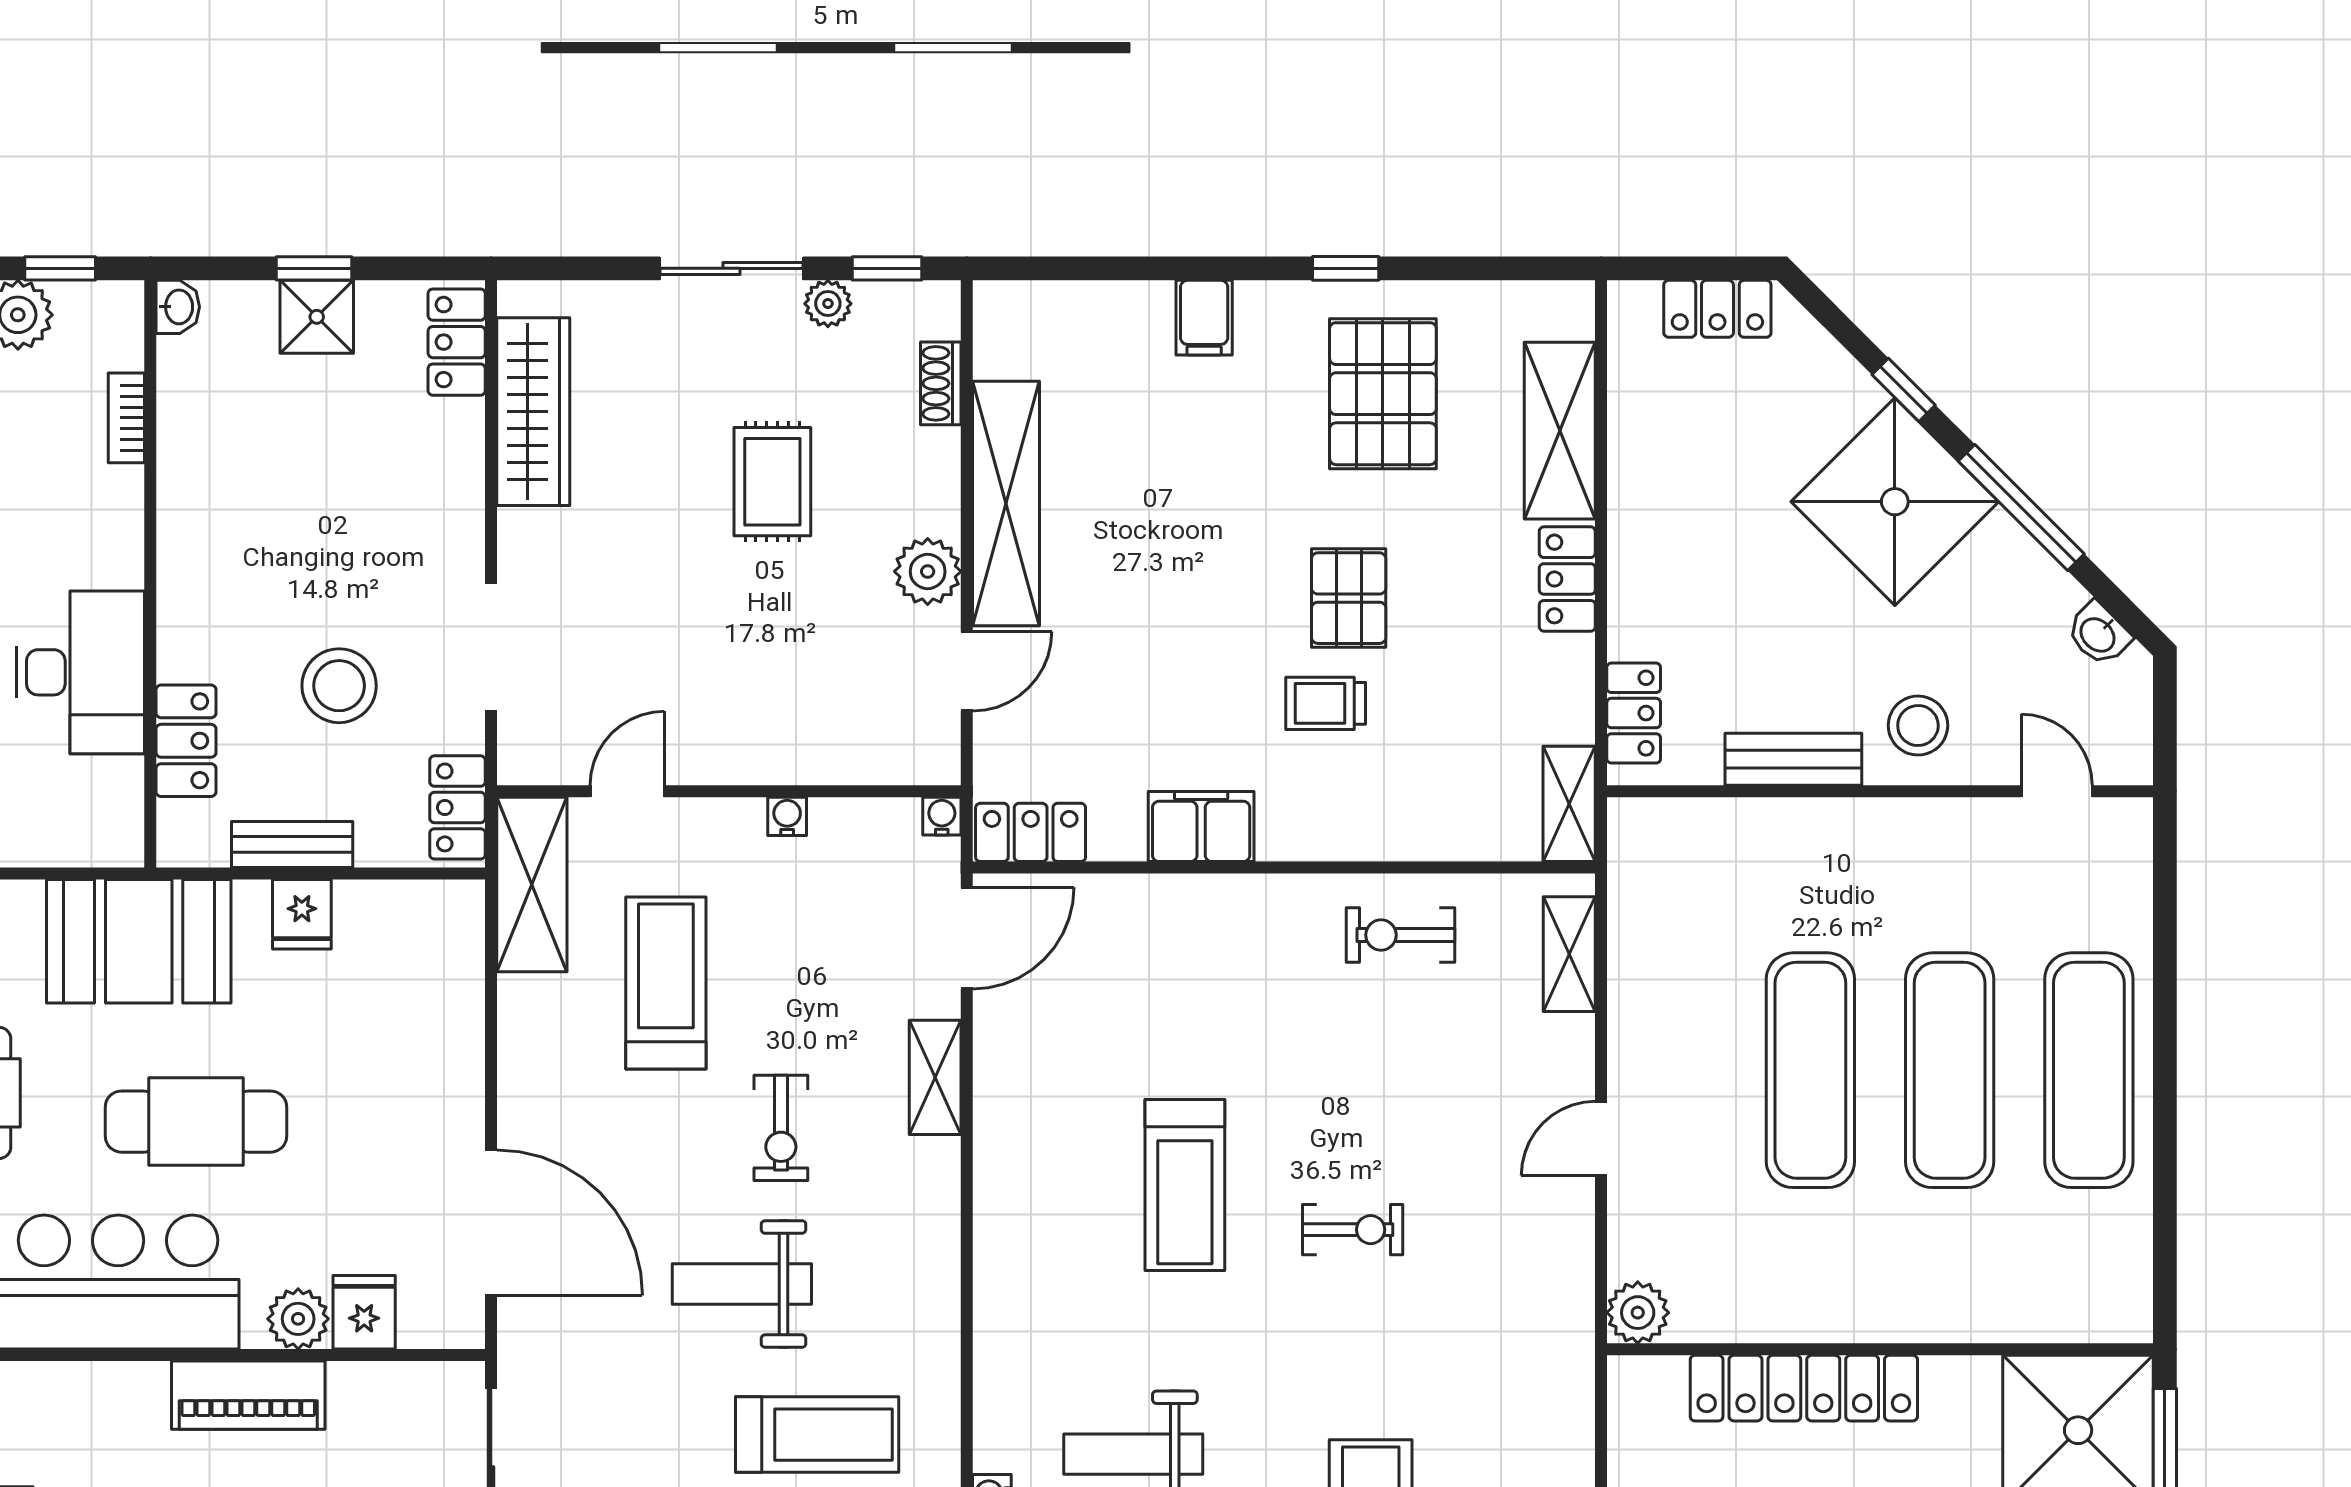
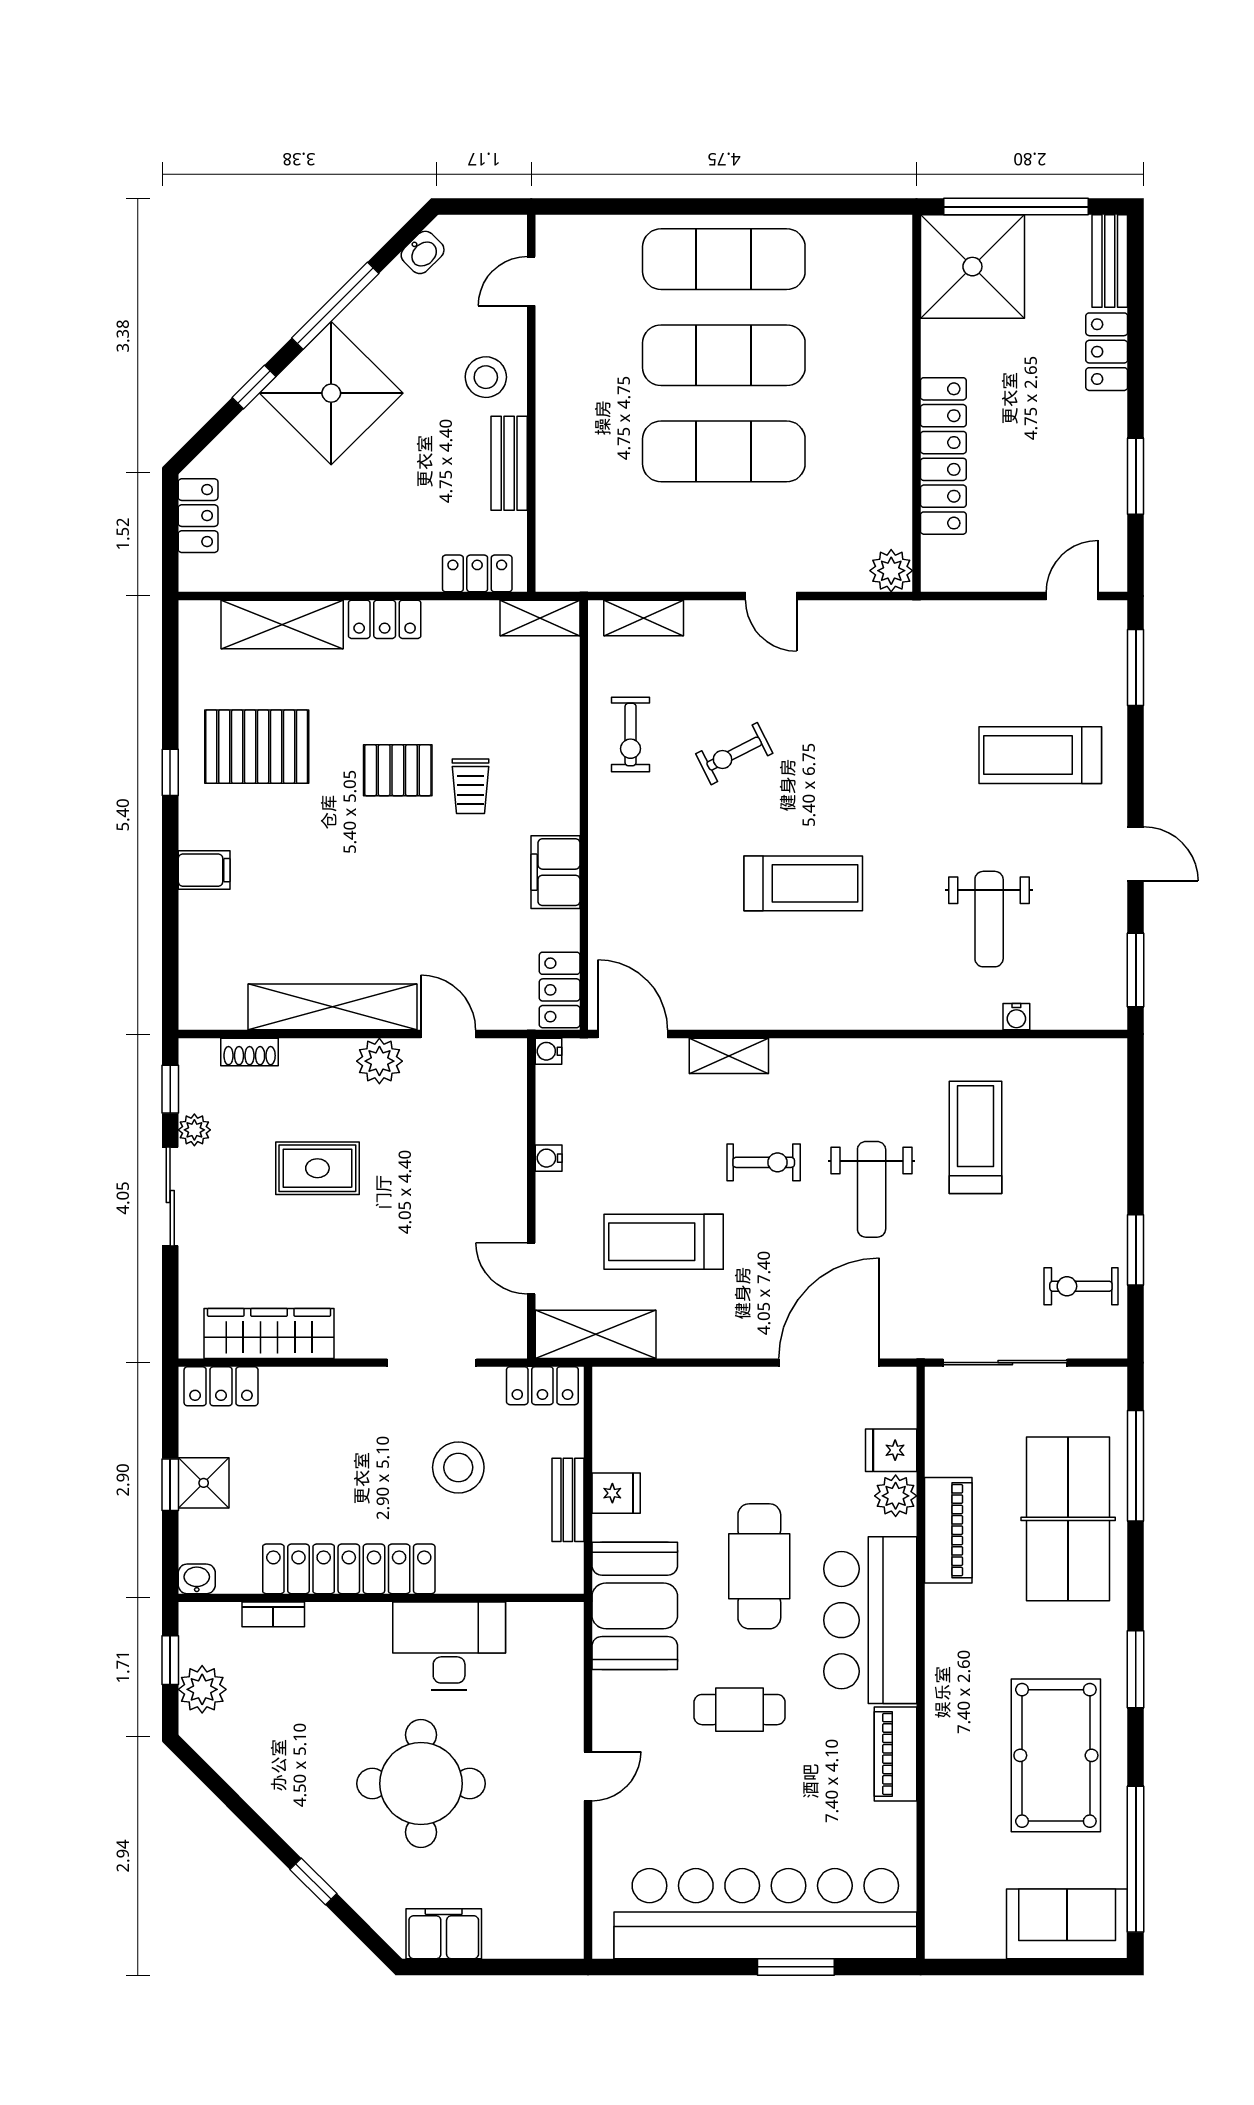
locker: (186, 741) -> (349, 1569), moved, width x2.16, depth x1.21
exercise bike: (1353, 1230) -> (734, 754), moved, turned -117

